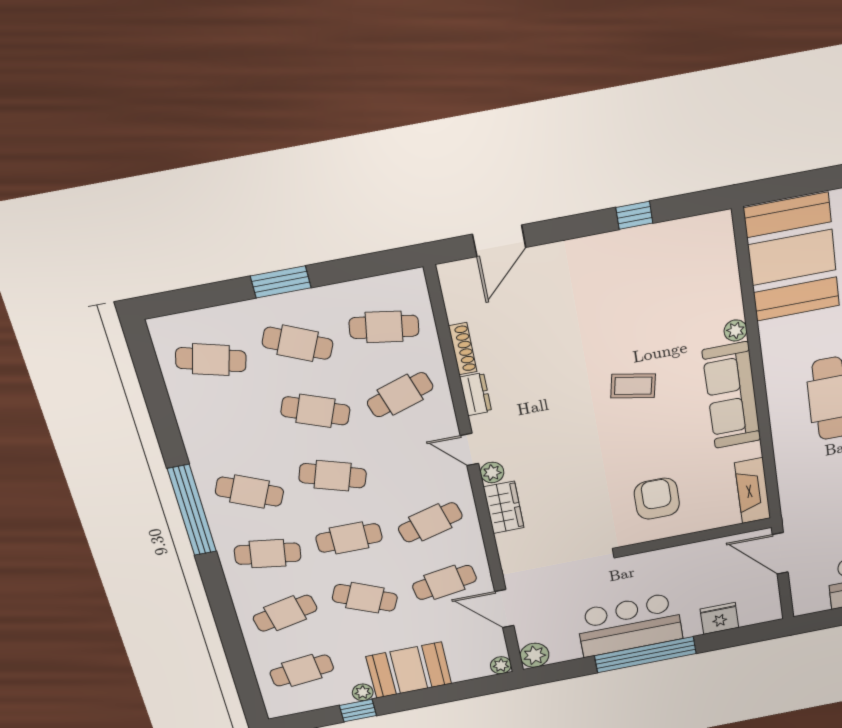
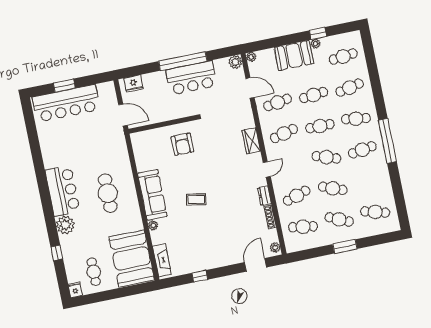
door: (469, 449) -> (267, 169), hinge flipped
plant: (492, 472) -> (275, 248), moved
fireplace: (753, 491) -> (162, 260), moved
cafe table: (249, 492) -> (362, 150), turned -33
cafe table: (365, 598) -> (314, 95), turned -30
fridge: (719, 618) -> (133, 84), moved

